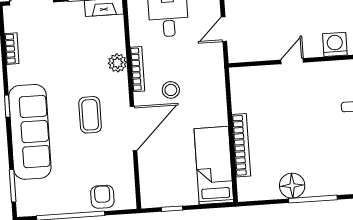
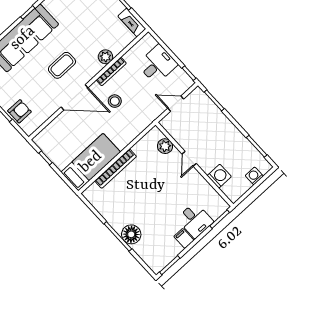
door: (292, 61) -> (189, 159), swing flipped
plant: (259, 75) -> (165, 146), added
floor lamp: (292, 186) -> (131, 234), moved

